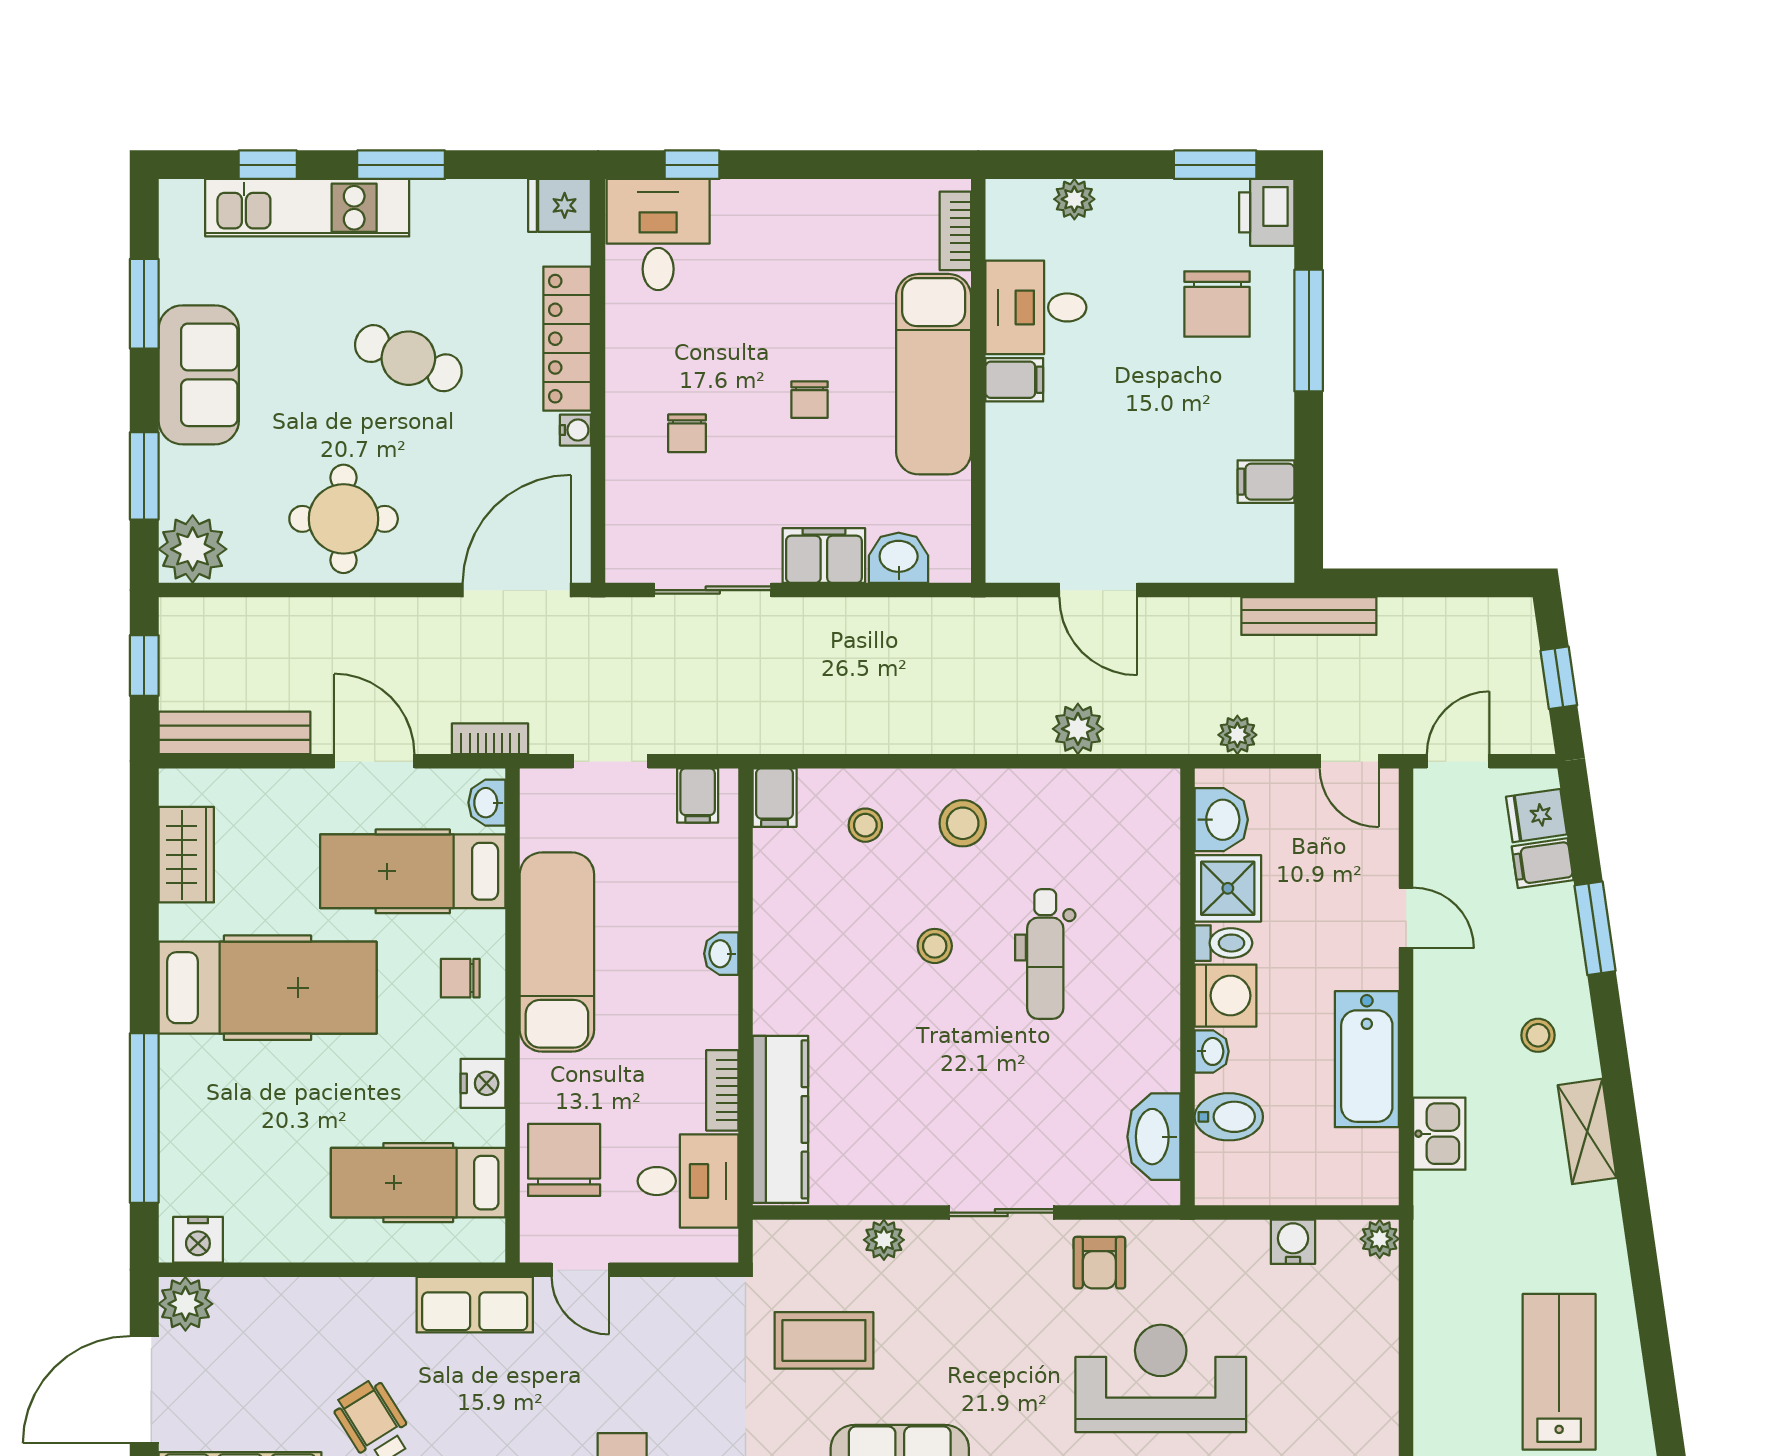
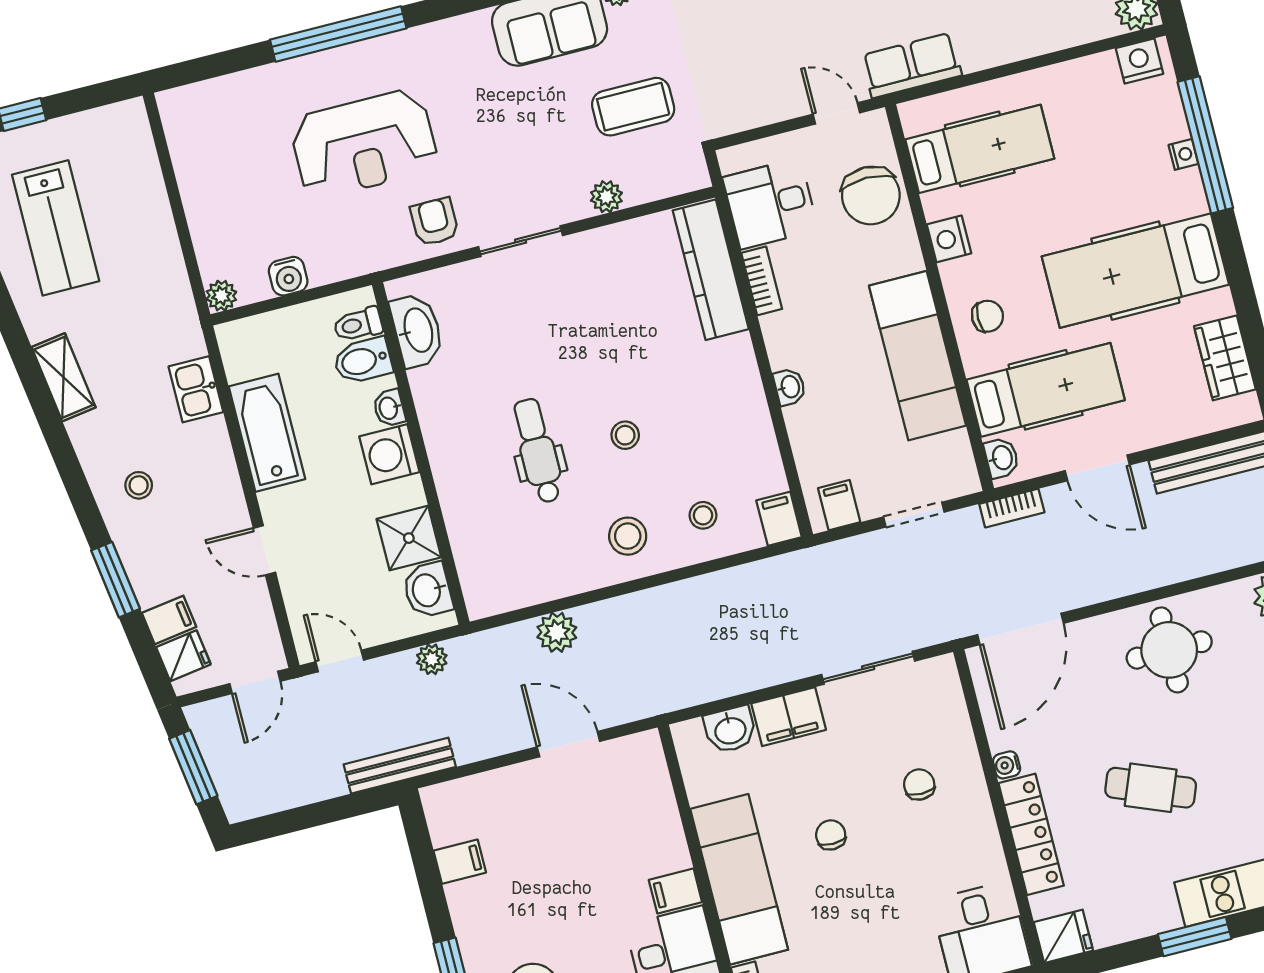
window: (1559, 678) -> (193, 767), width x1.50
toilet: (1223, 943) -> (358, 324), moved
nightstand: (174, 1113) -> (1183, 154), added
shelving: (1587, 1131) -> (64, 377), moved

